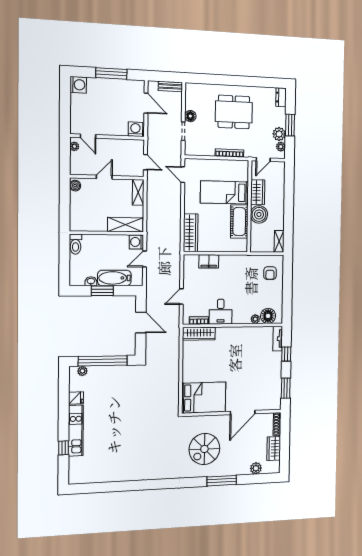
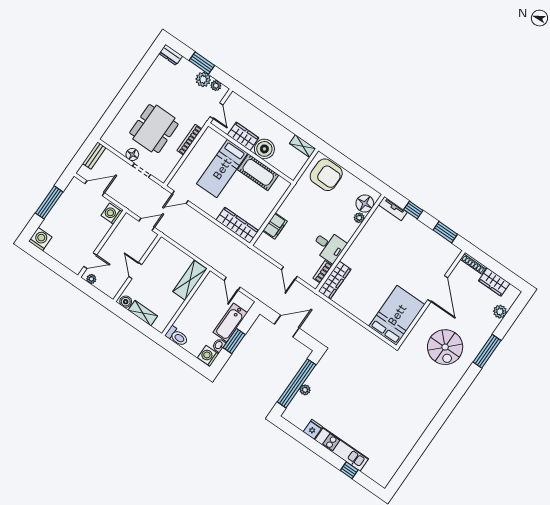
dining table: (234, 112) -> (154, 129), moved
shelving: (138, 192) -> (143, 313), moved
washing machine: (136, 242) -> (208, 356), moved, turned 90
armchair: (270, 273) -> (326, 175), width x1.88, depth x1.88
plant: (82, 371) -> (305, 390), moved

